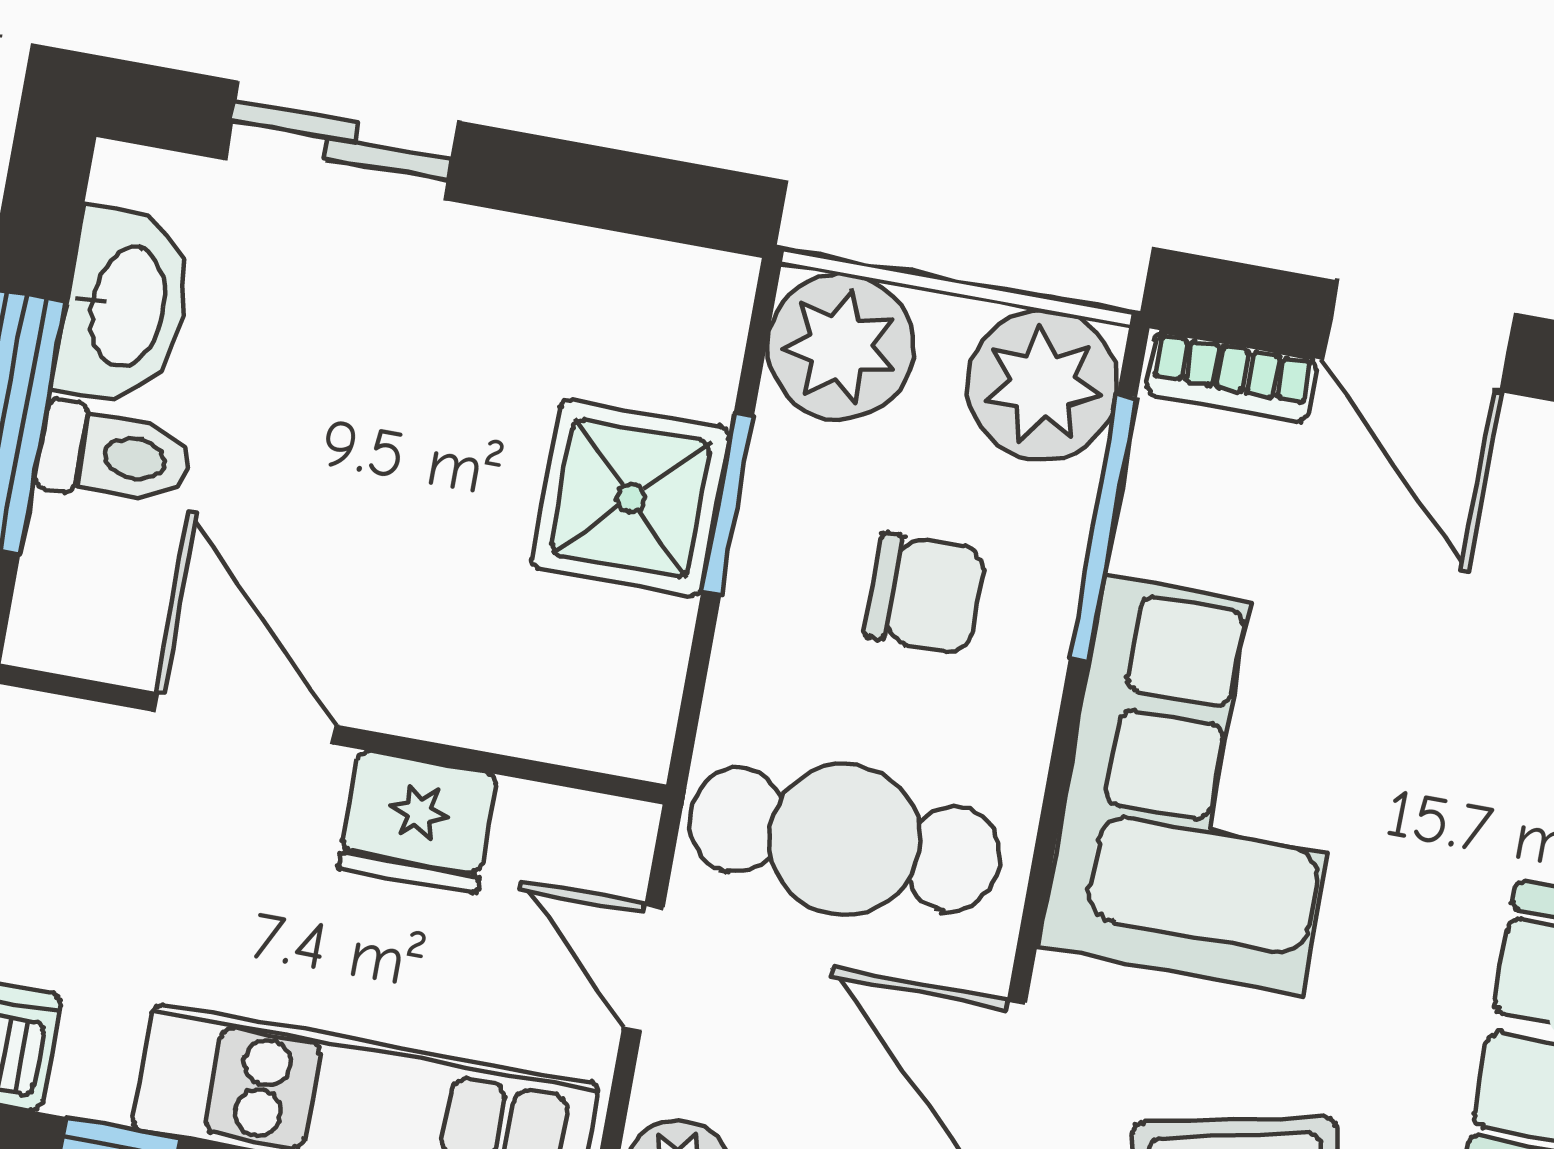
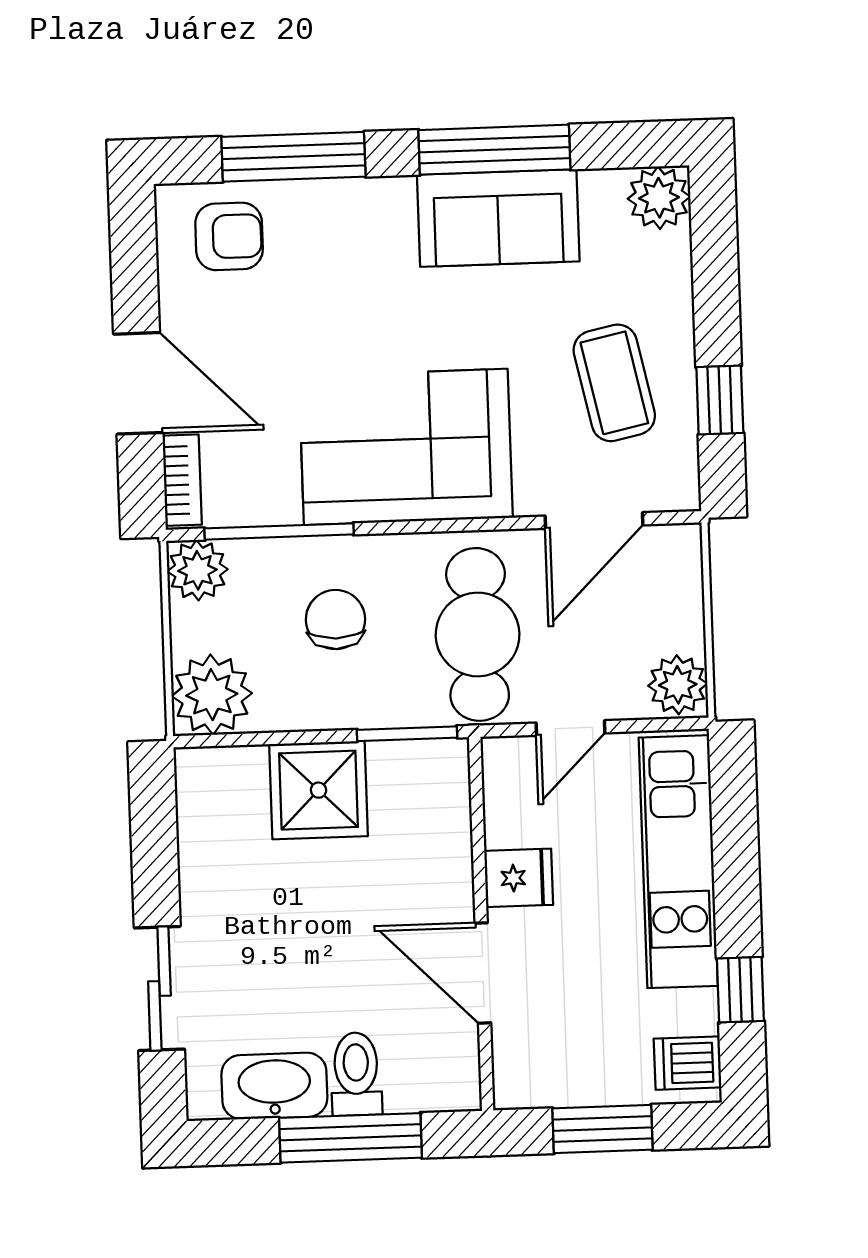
door: (1419, 336) -> (138, 383), hinge flipped
plant: (1043, 385) -> (197, 570), width x0.73, depth x0.73
window: (727, 504) -> (407, 734), moved
door: (244, 718) -> (483, 973), hinge flipped
fridge: (418, 822) -> (519, 878), width x0.72

